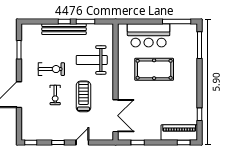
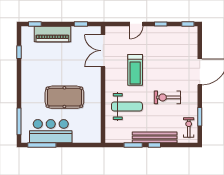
bar counter: (149, 35) -> (51, 131), moved
exercise bike: (55, 95) -> (189, 127), moved
piano: (179, 132) -> (52, 34), moved

